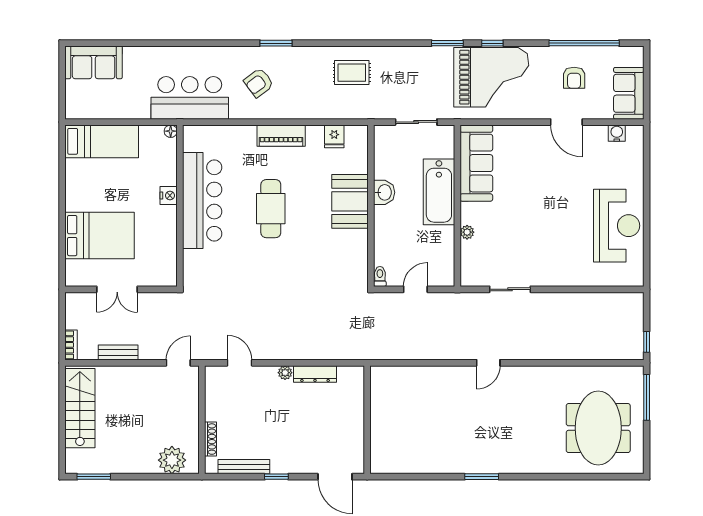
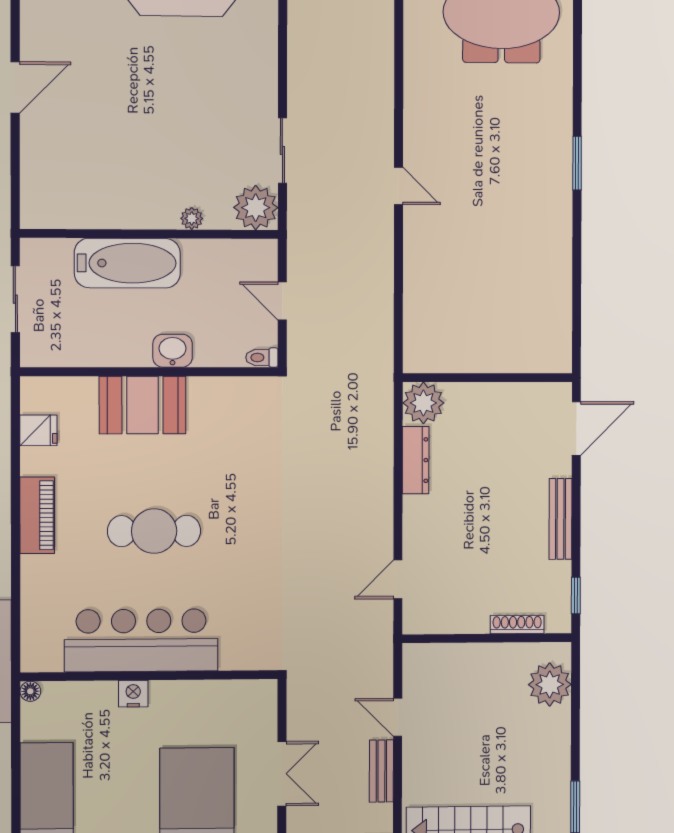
door: (566, 122) -> (15, 87), moved
sofa: (476, 163) -> (81, 203), removed
washbasin: (384, 192) -> (173, 351), moved
plant: (474, 272) -> (256, 208), added
door: (178, 363) -> (398, 717), moved
plant: (285, 373) -> (423, 403), moved, width x1.87, depth x1.87
bench: (244, 467) -> (561, 519), moved
window: (276, 477) -> (576, 595), moved
window: (482, 477) -> (577, 163), moved

